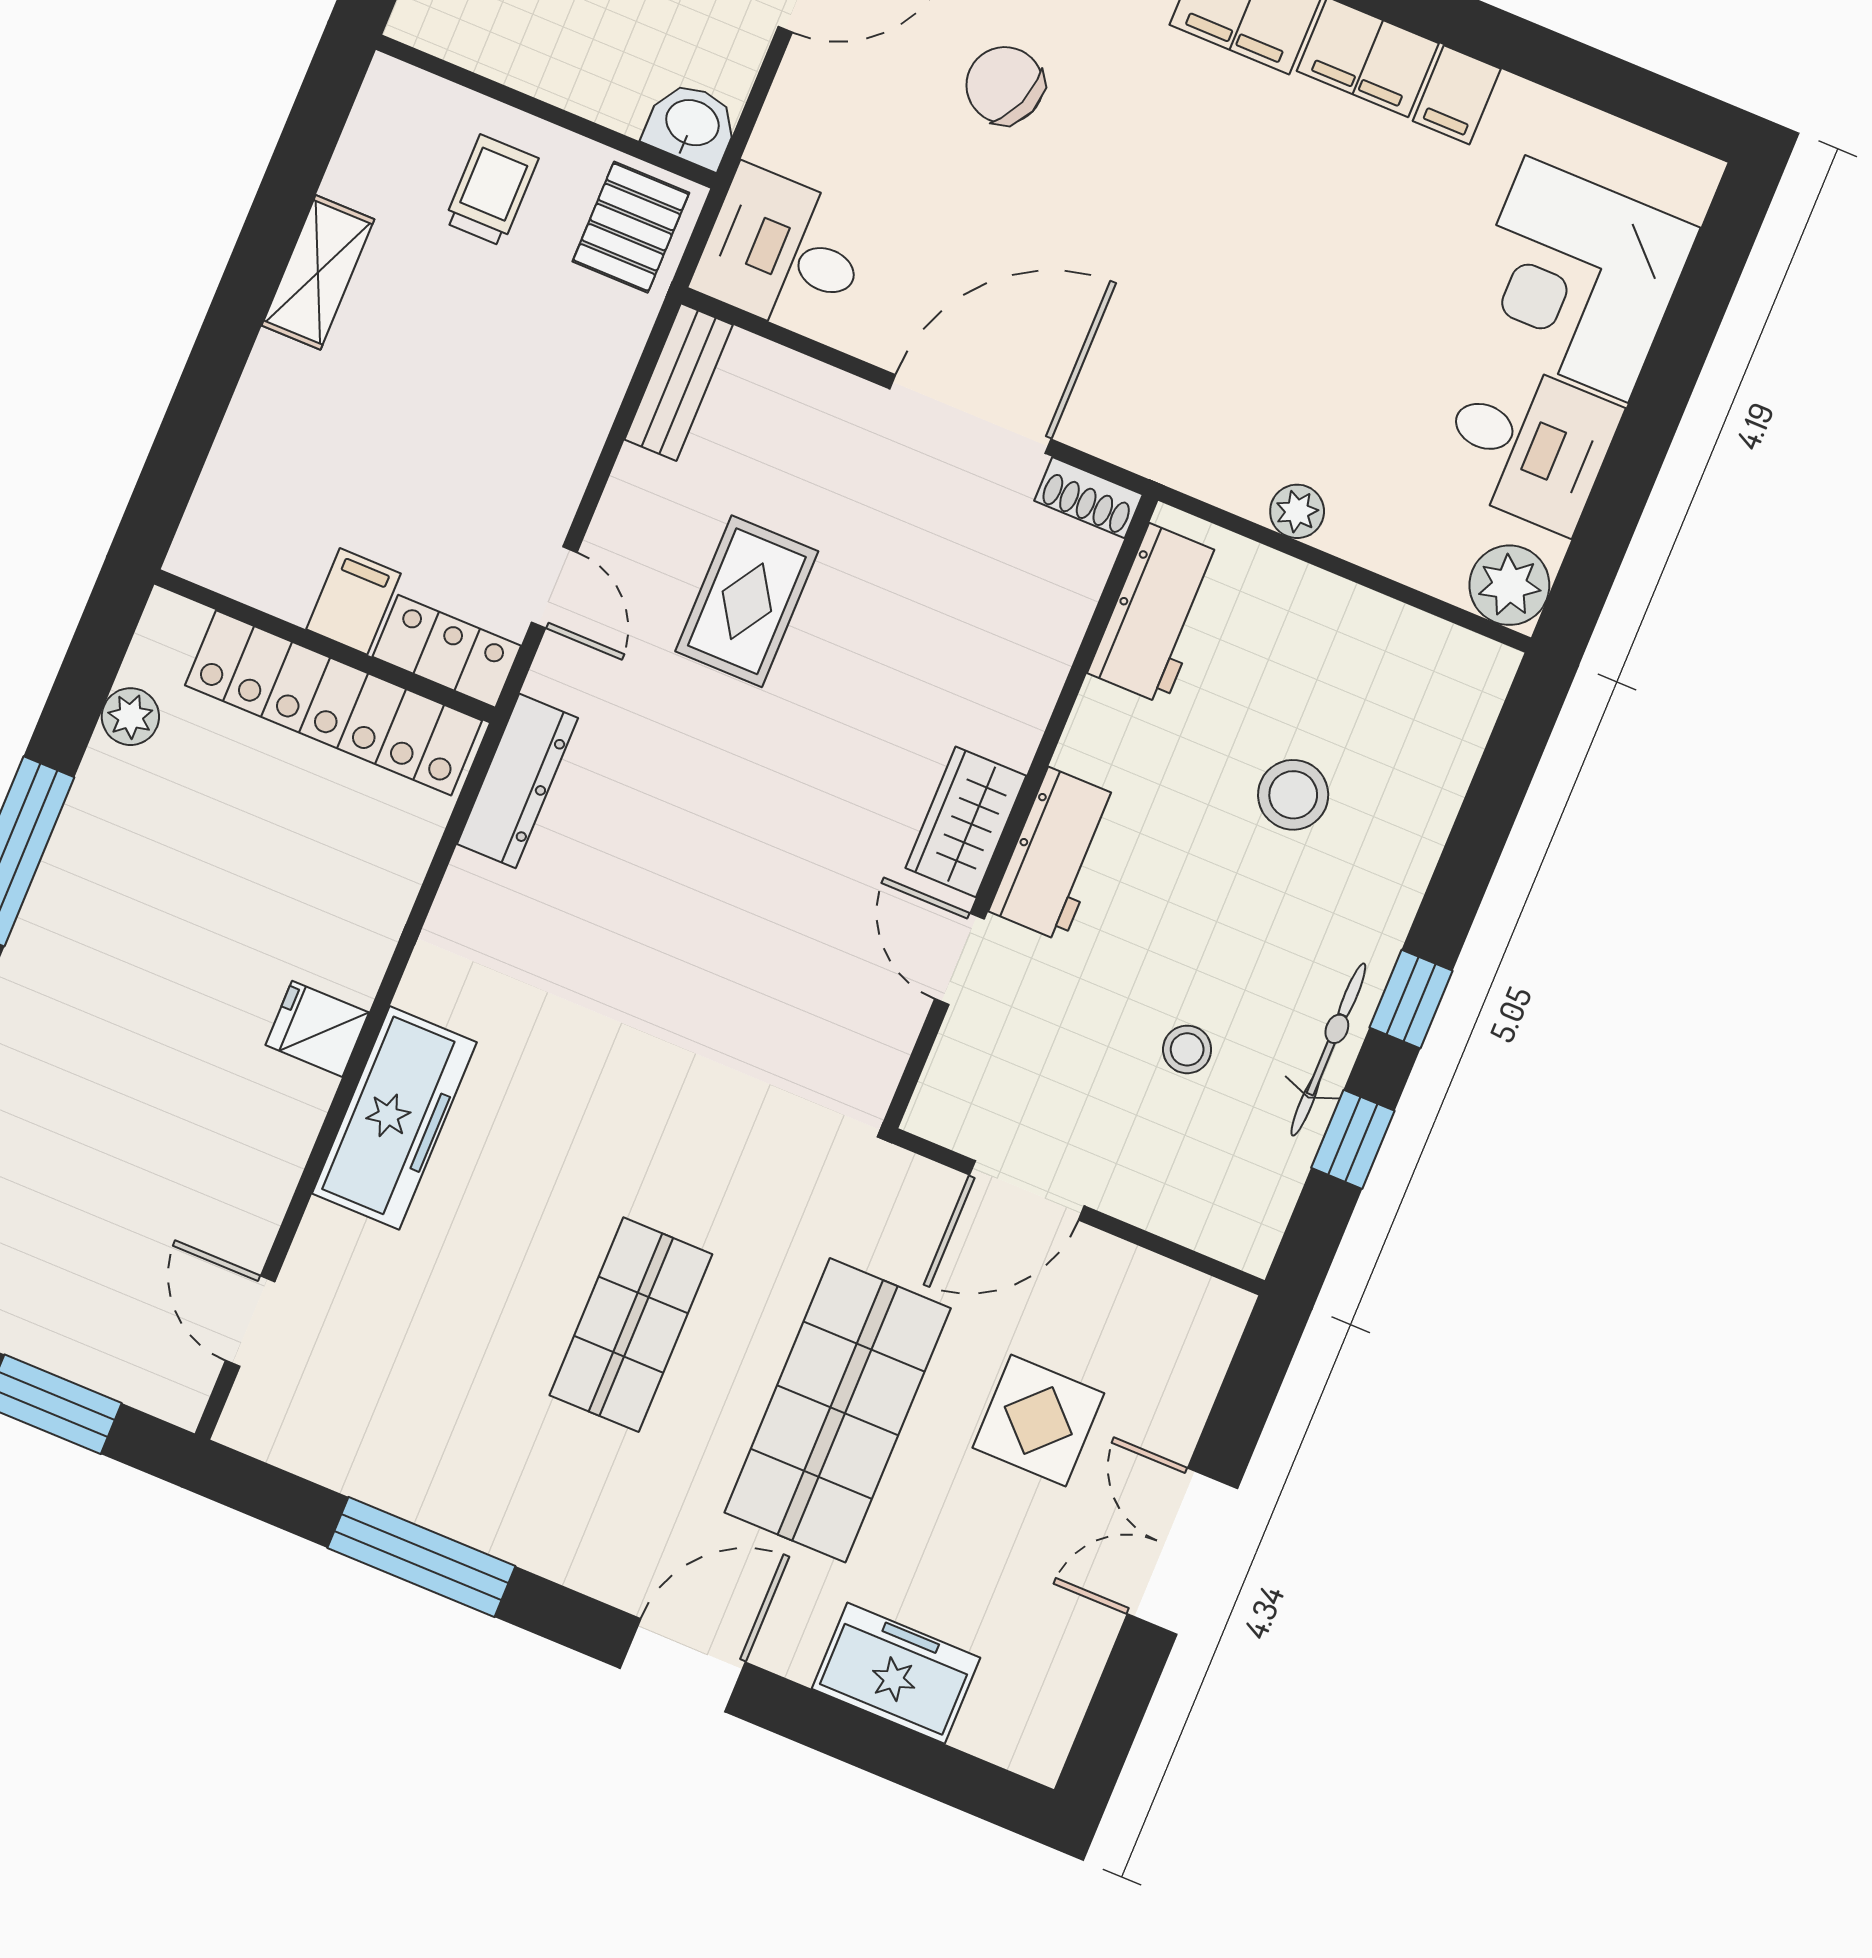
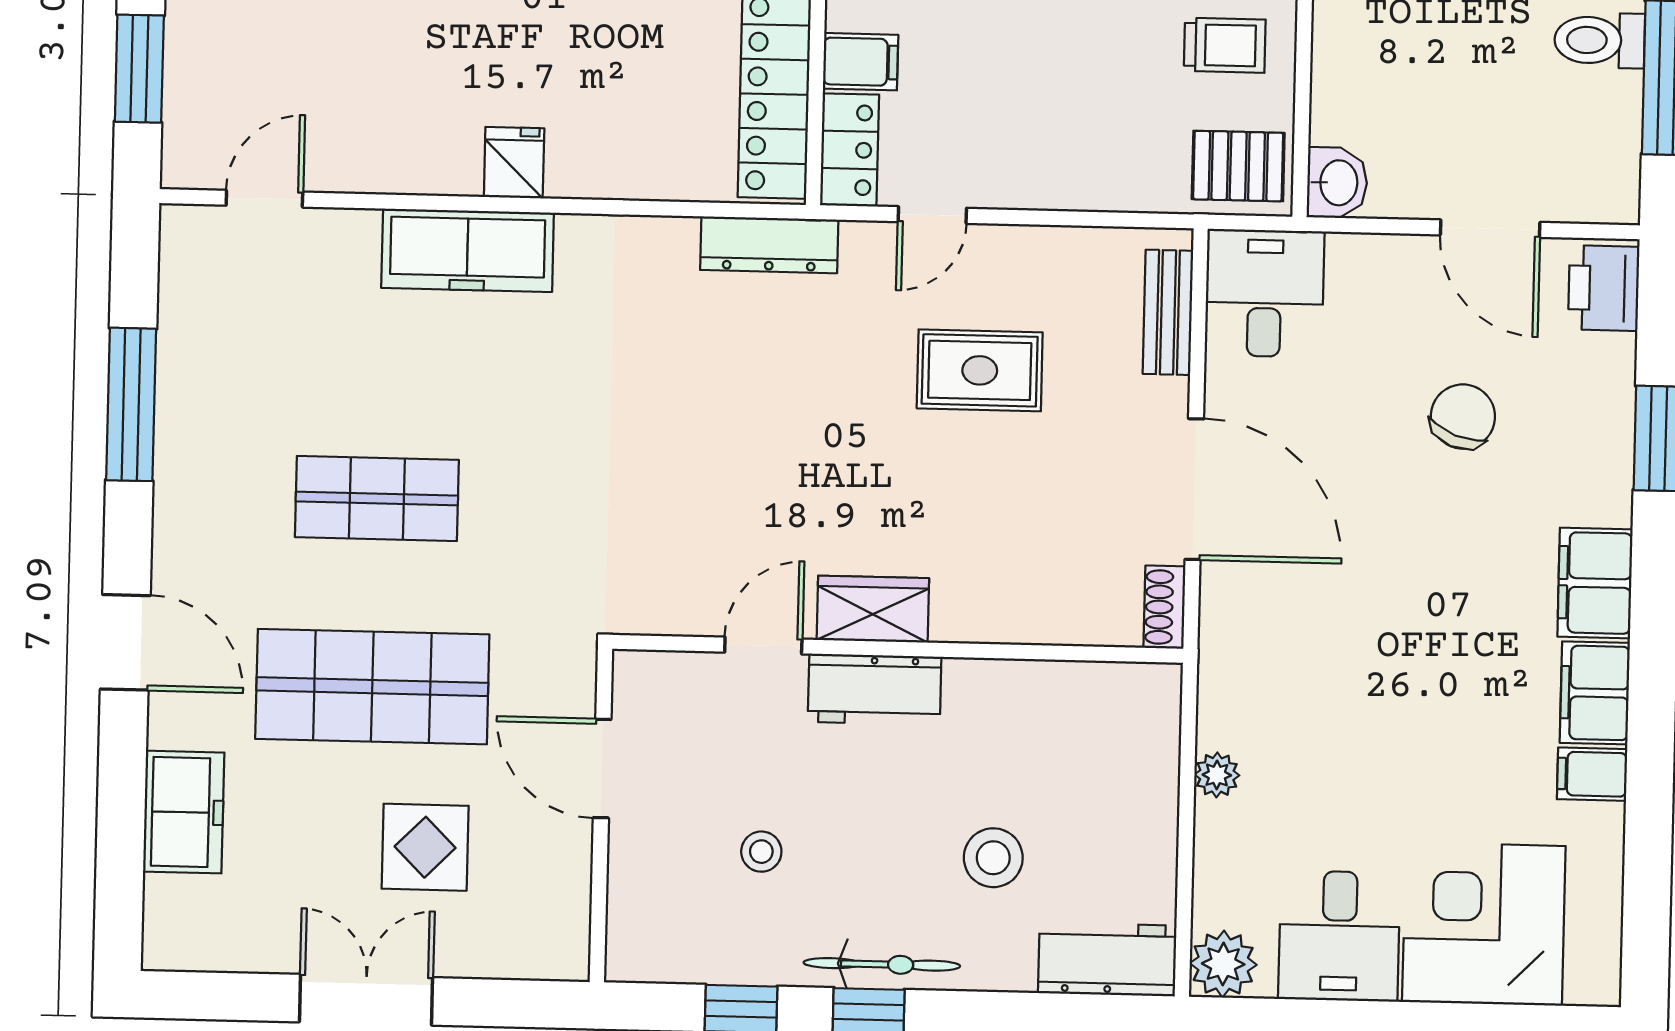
bench: (679, 382) -> (1168, 312), moved, turned 90
workbench: (1157, 614) -> (1107, 959), moved, turned 180
bicycle: (1328, 1050) -> (882, 964), moved

